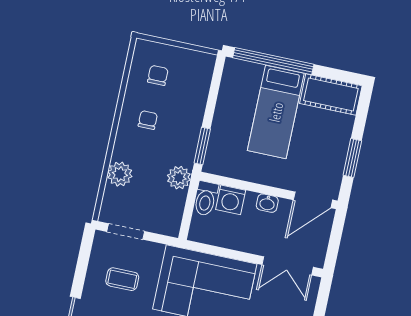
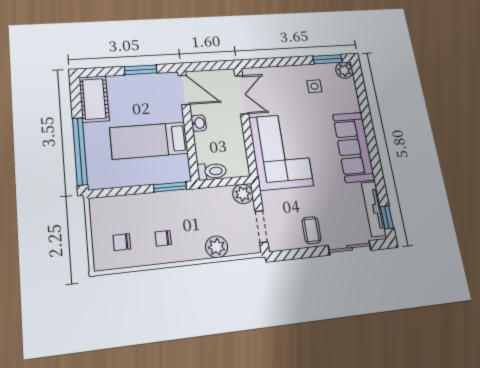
bed: (276, 112) -> (149, 141), moved, turned 180
plant: (179, 178) -> (243, 194), moved
washing machine: (231, 200) -> (206, 152), removed
coffee table: (122, 279) -> (312, 230), moved

